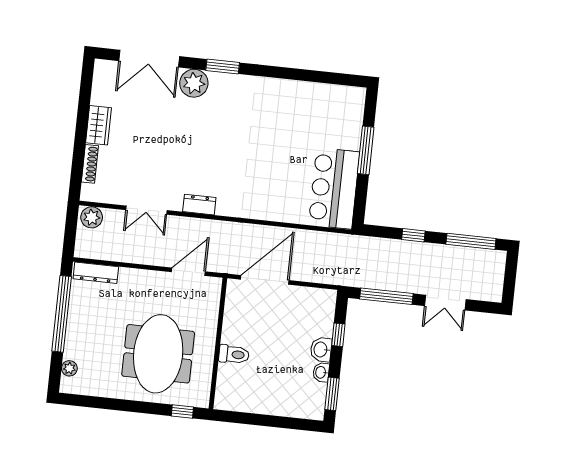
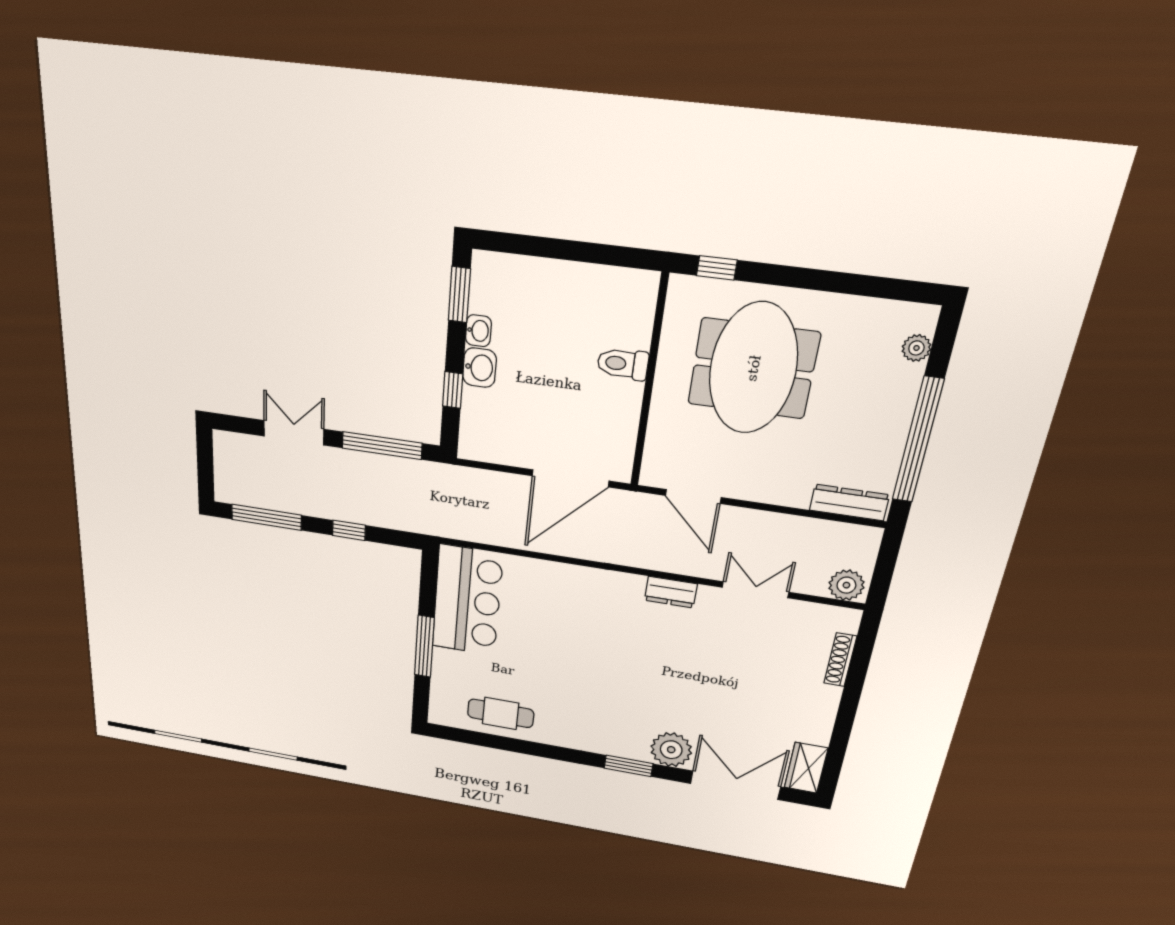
cafe table: (313, 101) -> (501, 713), added
wardrobe: (98, 125) -> (806, 768), moved
door: (188, 272) -> (693, 496), hinge flipped

